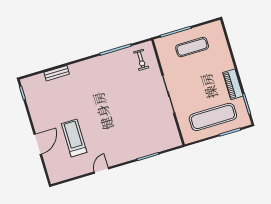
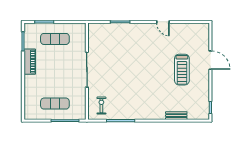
exercise mat: (213, 117) -> (55, 39), width x0.73, depth x0.69
treadmill: (74, 138) -> (182, 70), moved
door: (38, 144) -> (210, 60), swing flipped
door: (101, 170) -> (163, 22), hinge flipped

